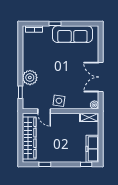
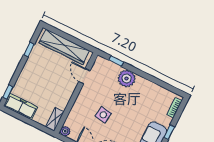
side table: (59, 101) -> (103, 115), moved
door: (44, 111) -> (84, 76), hinge flipped

